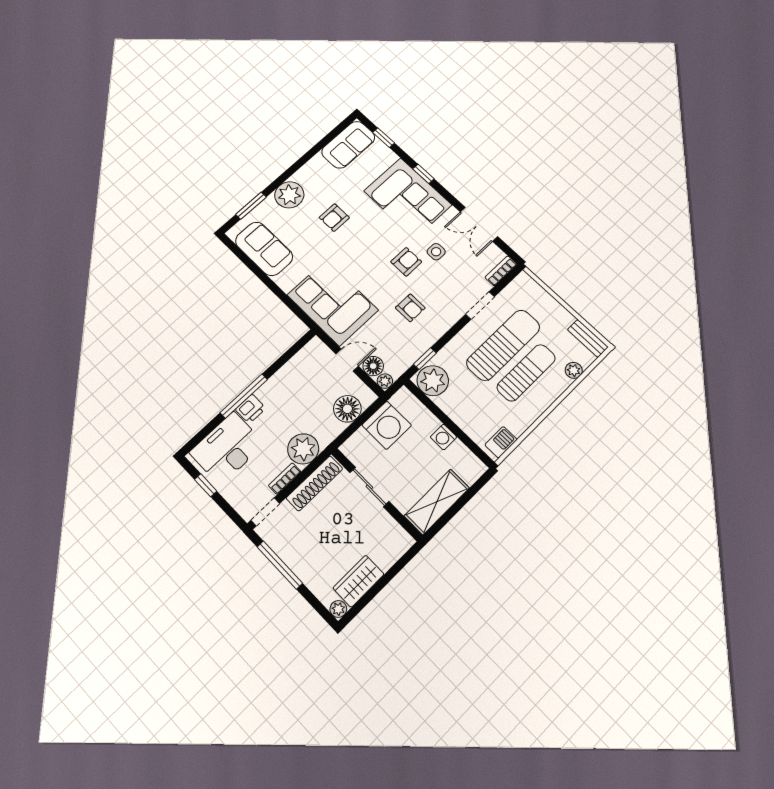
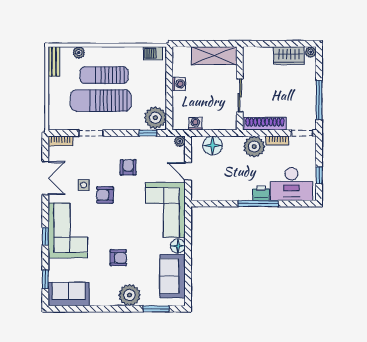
floor lamp: (373, 366) -> (178, 246), moved
washing machine: (387, 425) -> (195, 124), width x0.53, depth x0.53

